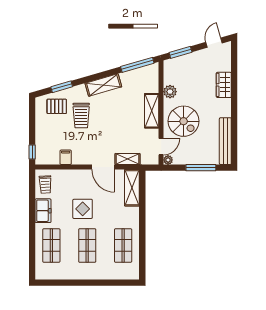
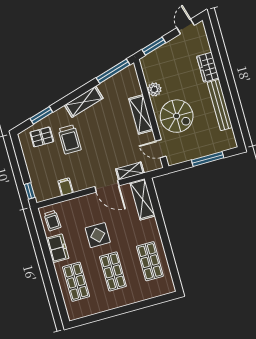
bench: (225, 141) -> (220, 105), moved
door: (161, 147) -> (161, 149), swing flipped
plant: (168, 160) -> (172, 160), removed

